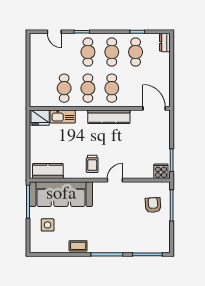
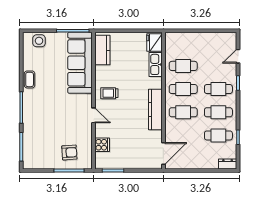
cooker: (161, 171) -> (102, 145), moved
side table: (48, 225) -> (39, 41), moved

